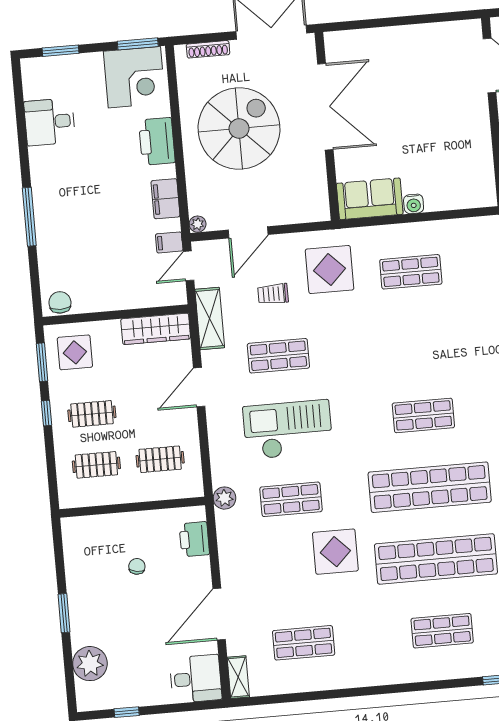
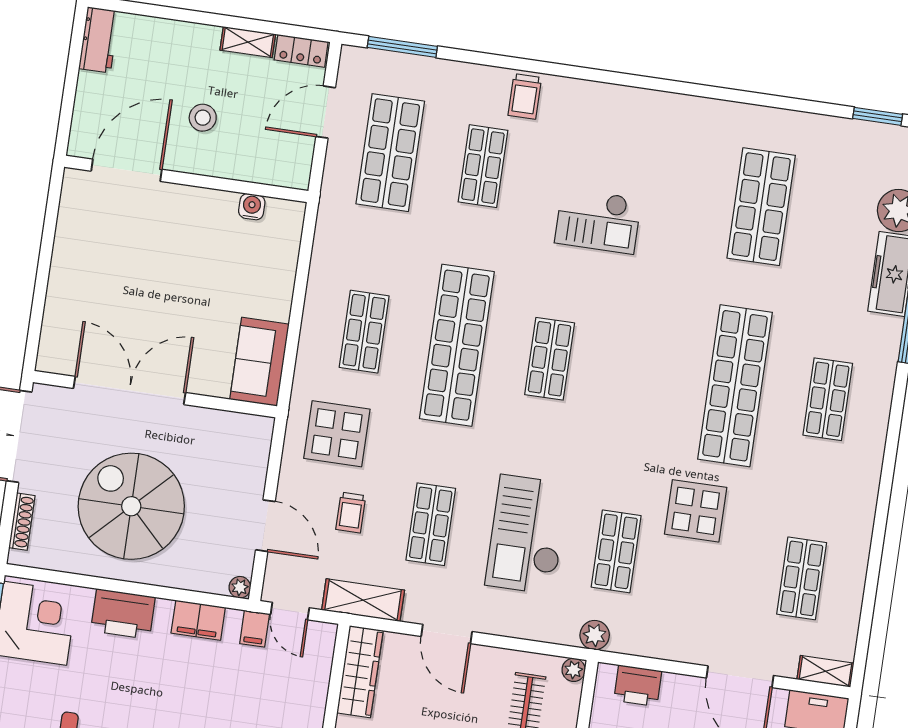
water cooler: (414, 204) -> (252, 207), moved, turned -90
shop shelf: (430, 487) -> (457, 345), moved
plant: (195, 488) -> (574, 670), added

